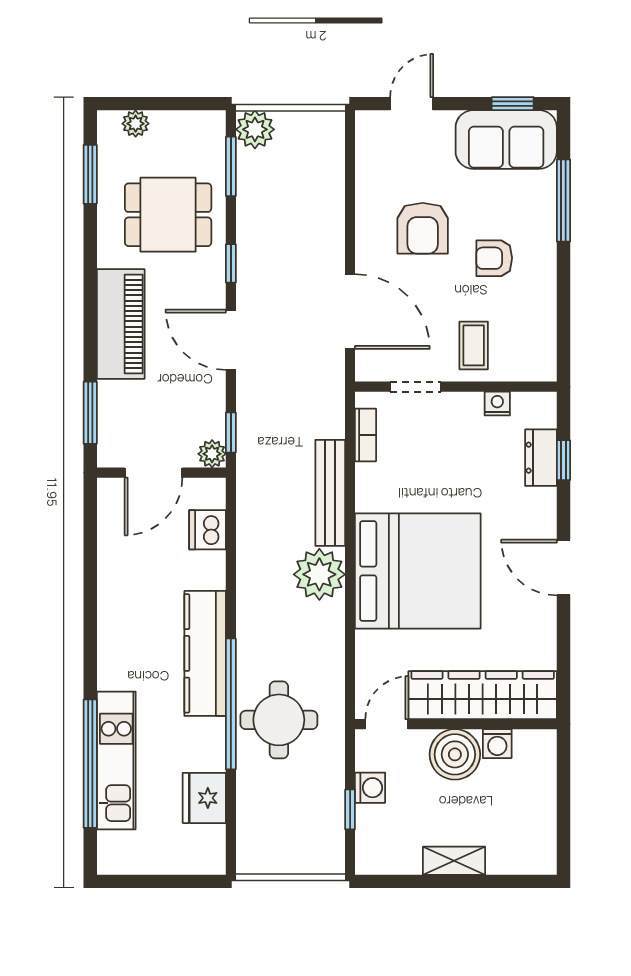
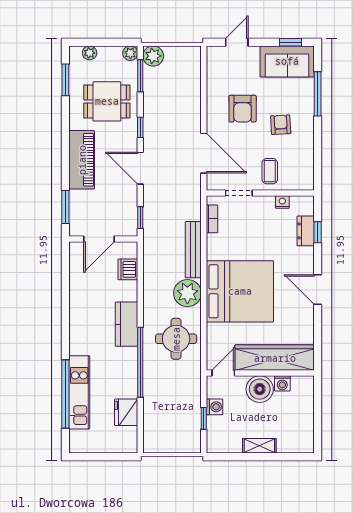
armchair: (494, 258) -> (281, 125), turned 87
plant: (212, 454) -> (130, 53), moved
kitchen counter: (205, 653) -> (127, 324), width x0.67
round table: (279, 720) -> (176, 339), moved

